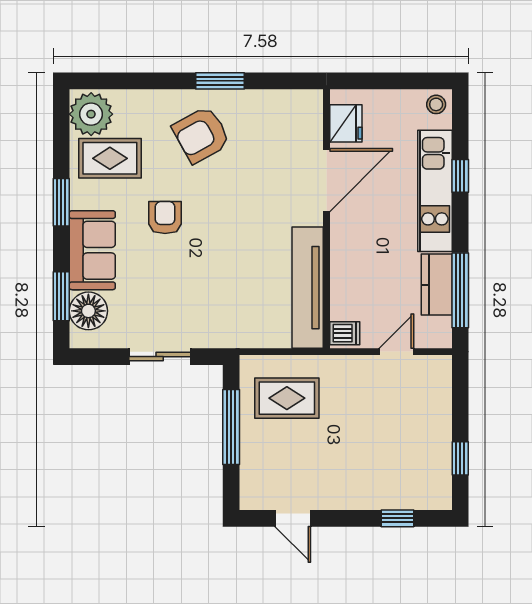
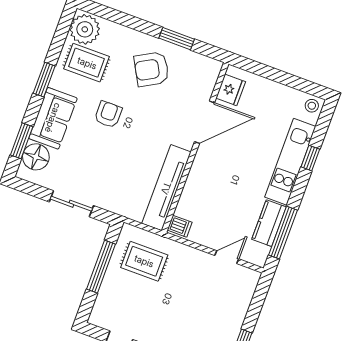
fridge: (346, 123) -> (231, 90), moved
door: (326, 180) -> (204, 122), moved
wall: (326, 219) -> (195, 147), moved
tv unit: (308, 288) -> (166, 188), moved
dishwasher: (345, 333) -> (180, 226), moved

